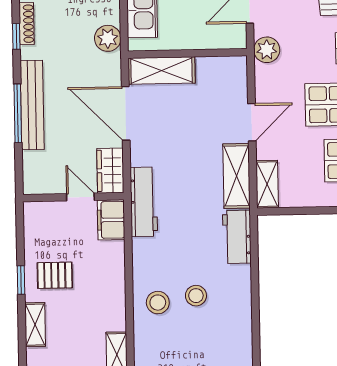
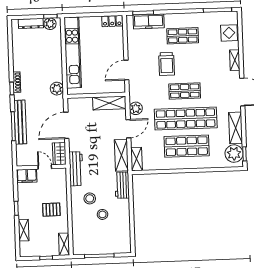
plant: (267, 50) -> (136, 108), moved
shelving: (162, 71) -> (109, 103), moved
door: (126, 113) -> (66, 125), hinge flipped
filing cabinet: (111, 220) -> (27, 176), moved, turned -90
pallet: (55, 275) -> (51, 210), moved
stool: (158, 303) -> (90, 198), moved

